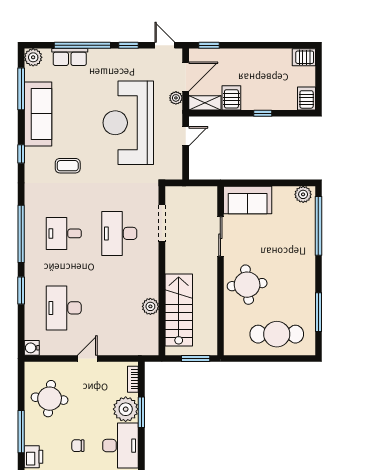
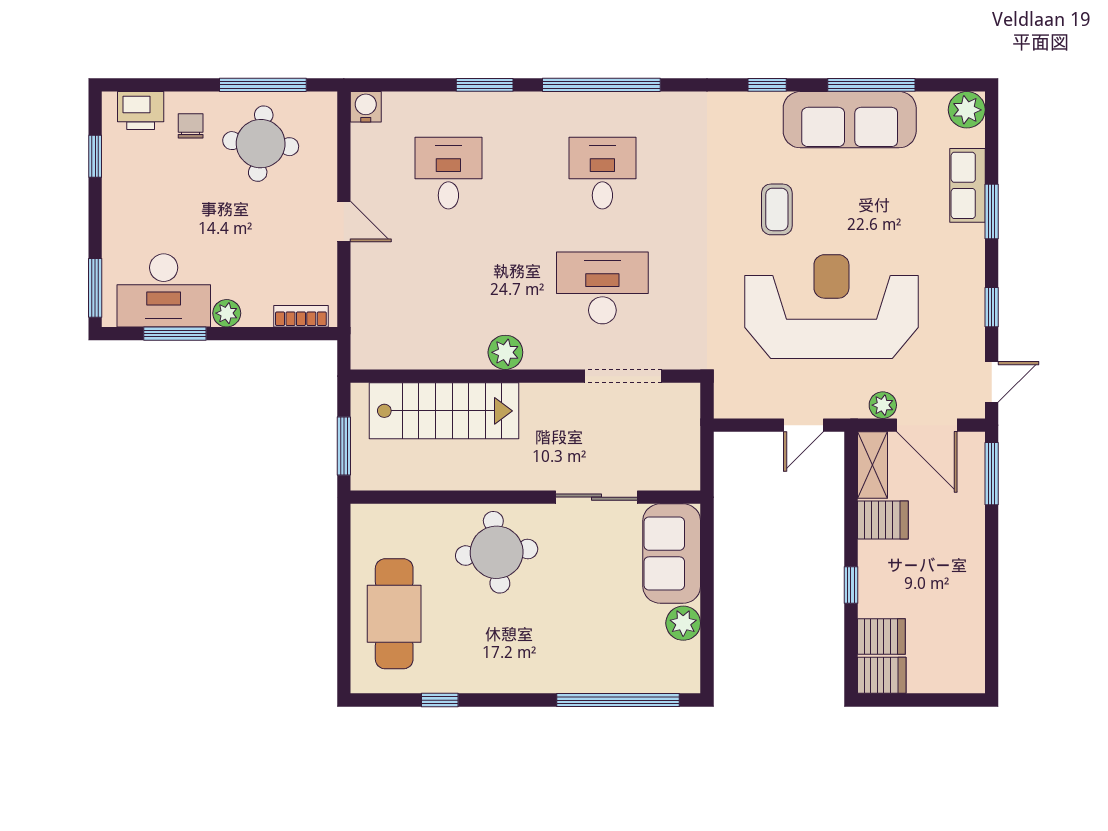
window: (82, 45) -> (992, 211), width x0.47
window: (209, 45) -> (992, 474), width x1.50
server rack: (304, 57) -> (881, 636), moved, turned 90
window: (21, 89) -> (871, 85), moved
door: (186, 136) -> (803, 425), hinge flipped
coffee table: (68, 166) -> (777, 209), moved
plant: (303, 194) -> (683, 623), moved
plant: (150, 306) -> (505, 352), moved
desk: (64, 308) -> (448, 173), width x0.73
window: (318, 312) -> (440, 700), width x0.46
plant: (126, 409) -> (227, 313), width x0.53, depth x0.53
window: (141, 412) -> (175, 334), moved
window: (21, 432) -> (263, 85), moved
chair: (78, 446) -> (191, 126), moved

